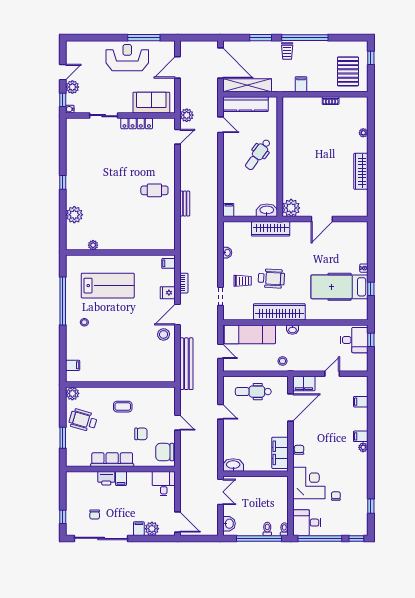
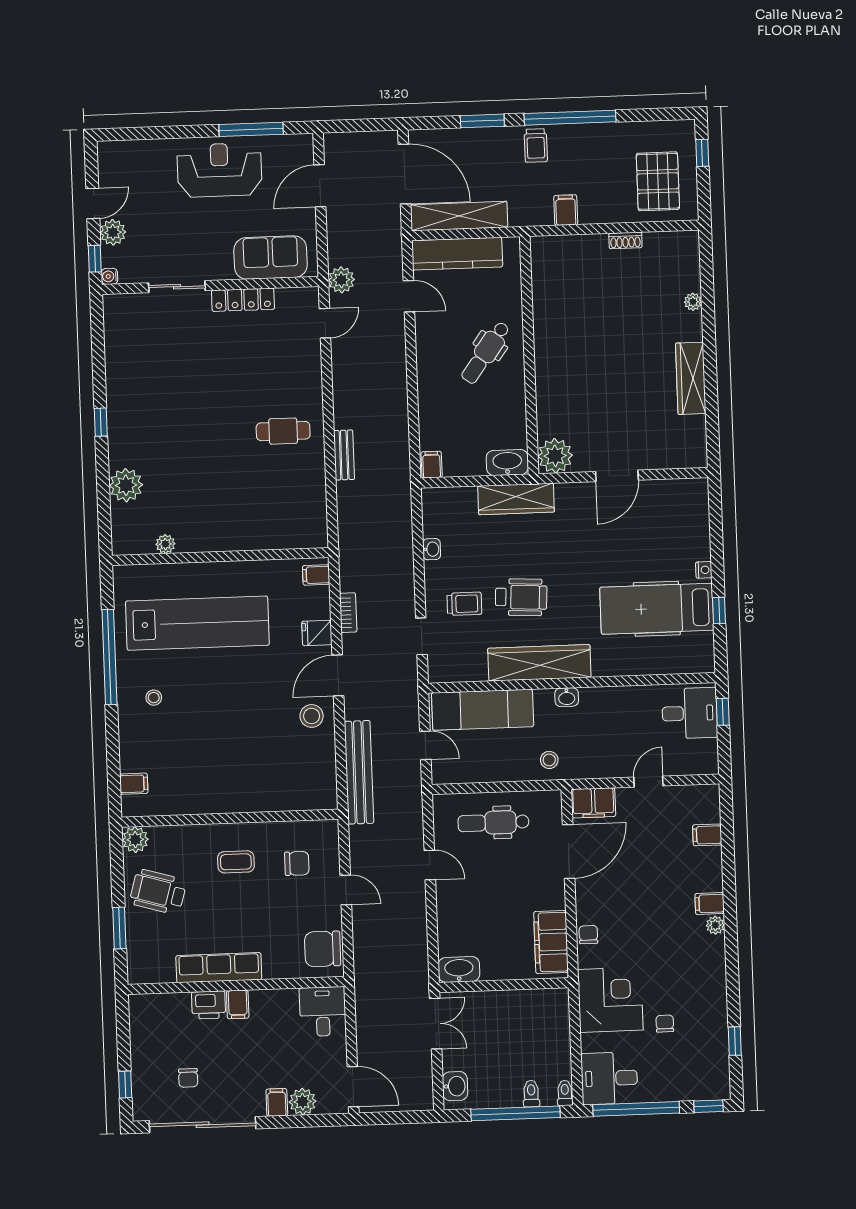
lab bench: (108, 286) -> (197, 623), width x1.36
chair: (141, 434) -> (297, 863), moved

